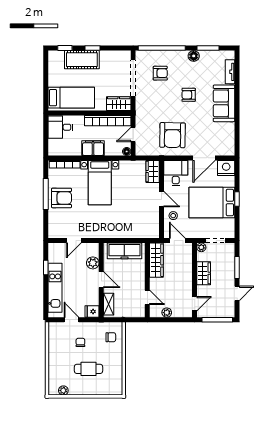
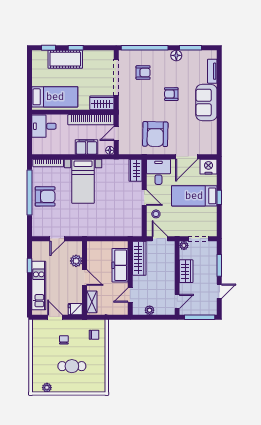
filing cabinet: (93, 148) -> (86, 147), moved
window: (46, 194) -> (29, 193), width x1.46
bed: (212, 202) -> (194, 196), width x0.67
freezer: (124, 251) -> (120, 265), moved, turned 90
door: (147, 297) -> (130, 295), swing flipped

